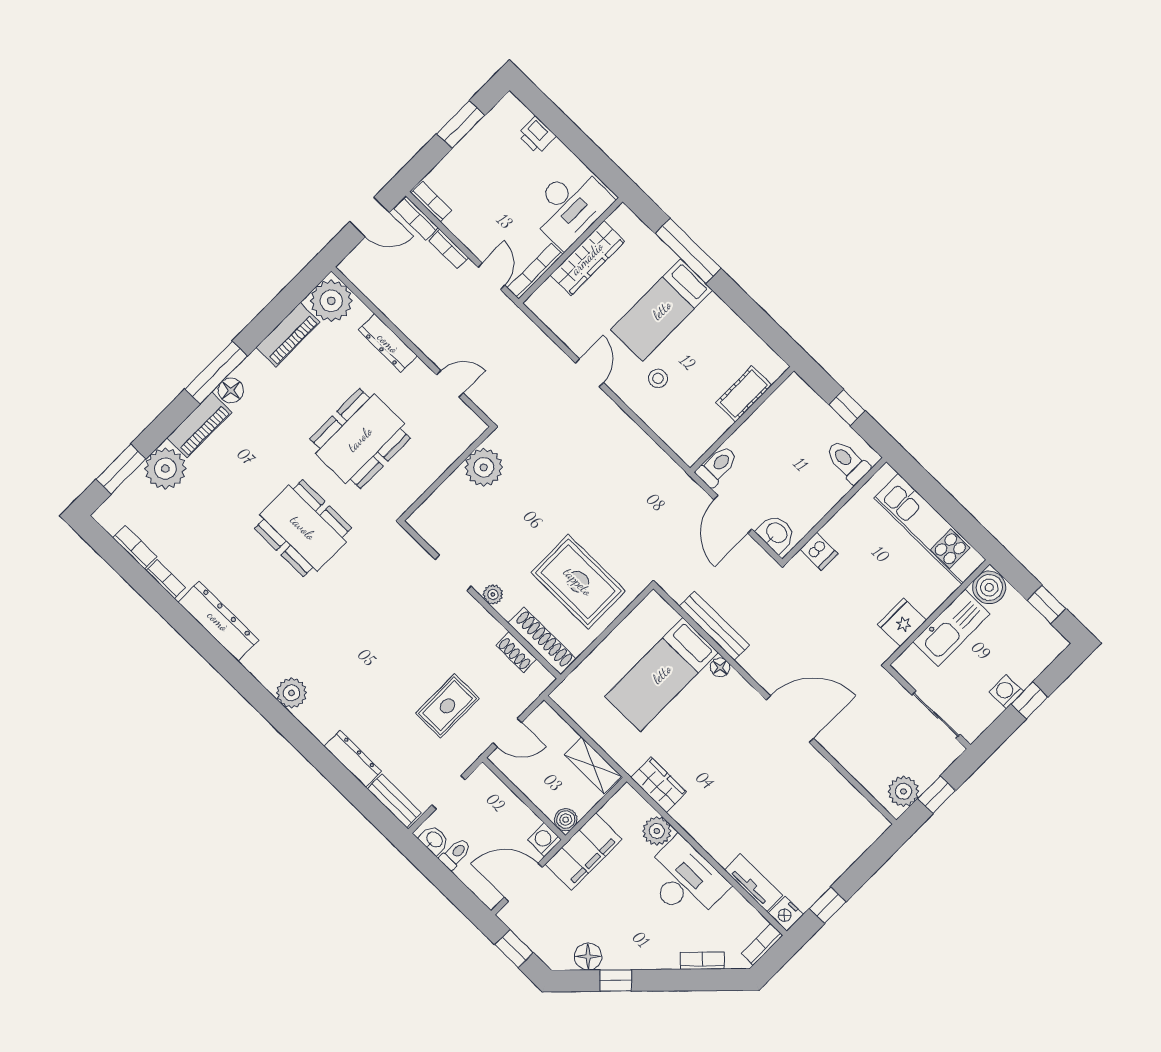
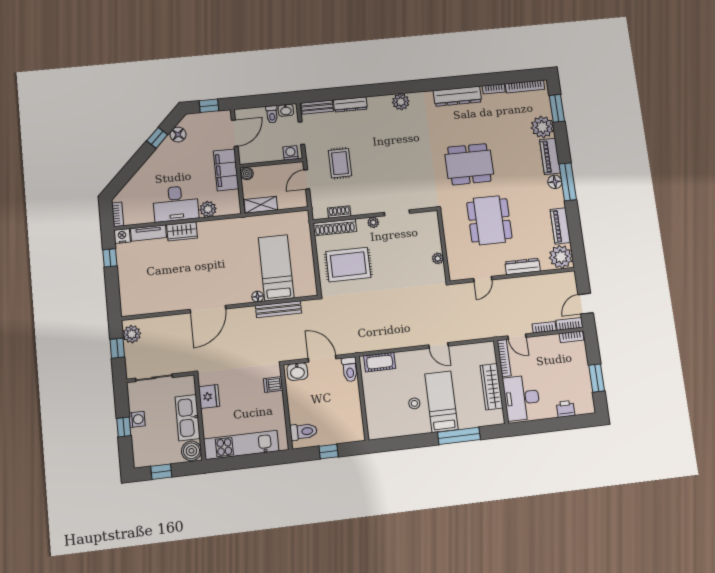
stool: (658, 378) -> (414, 403), moved
cot: (744, 394) -> (380, 362), moved, turned 90
plant: (484, 467) -> (438, 258), width x0.53, depth x0.53
bookcase: (135, 547) -> (525, 86), width x1.56
wardrobe: (659, 785) -> (182, 231), moved
washing machine: (544, 840) -> (291, 153), moved, turned -90
bookcase: (702, 961) -> (133, 182), removed

